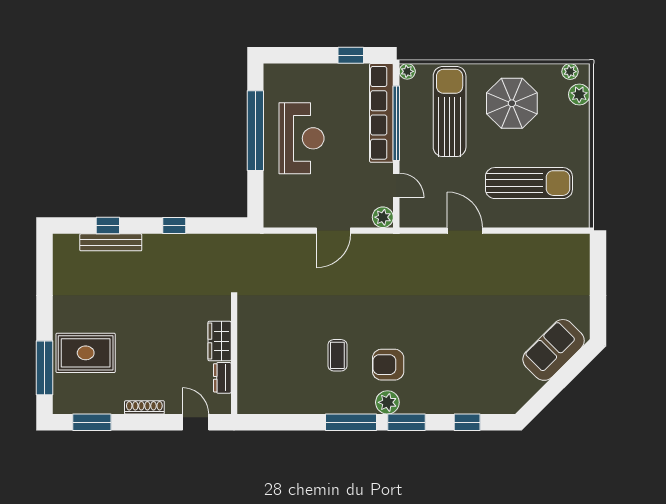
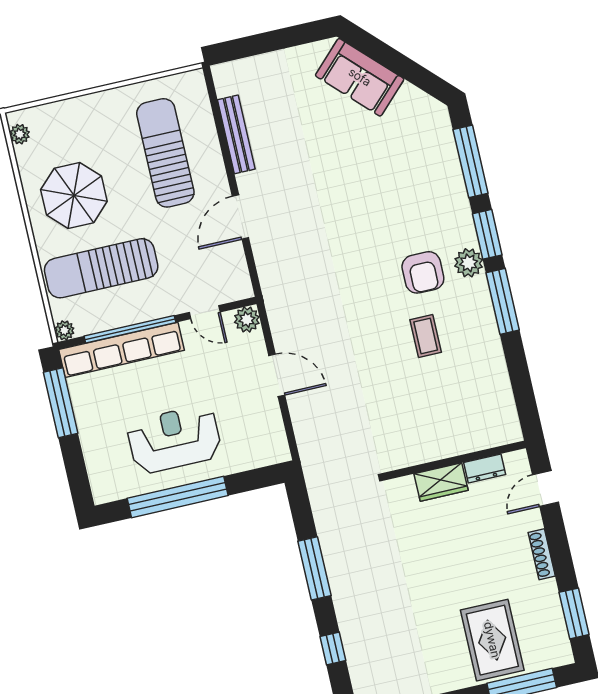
window: (351, 55) -> (61, 403), width x2.17
plant: (579, 94) -> (45, 117), removed
door: (396, 185) -> (205, 312), swing flipped
window: (174, 226) -> (314, 568), width x2.17
bench: (111, 242) -> (236, 134), moved
coffee table: (337, 355) -> (426, 336), turned 90
window: (467, 422) -> (471, 161), width x2.17

